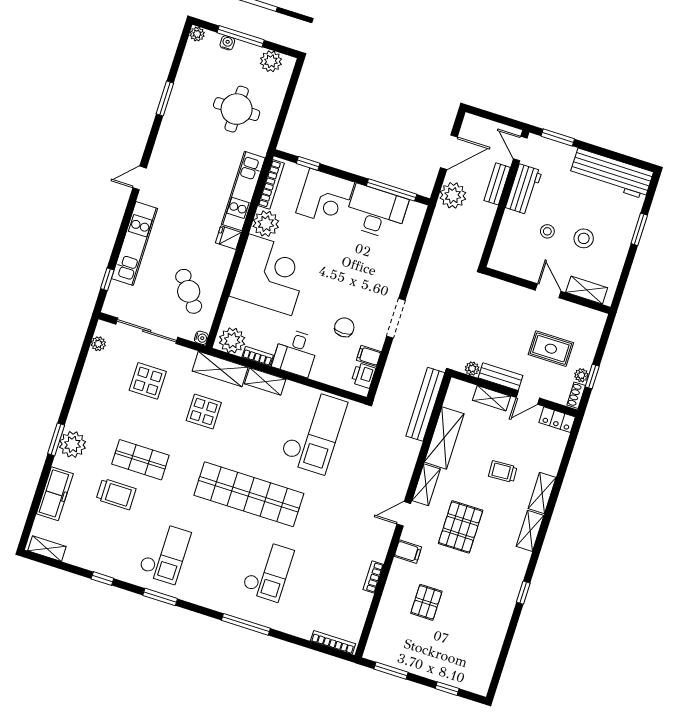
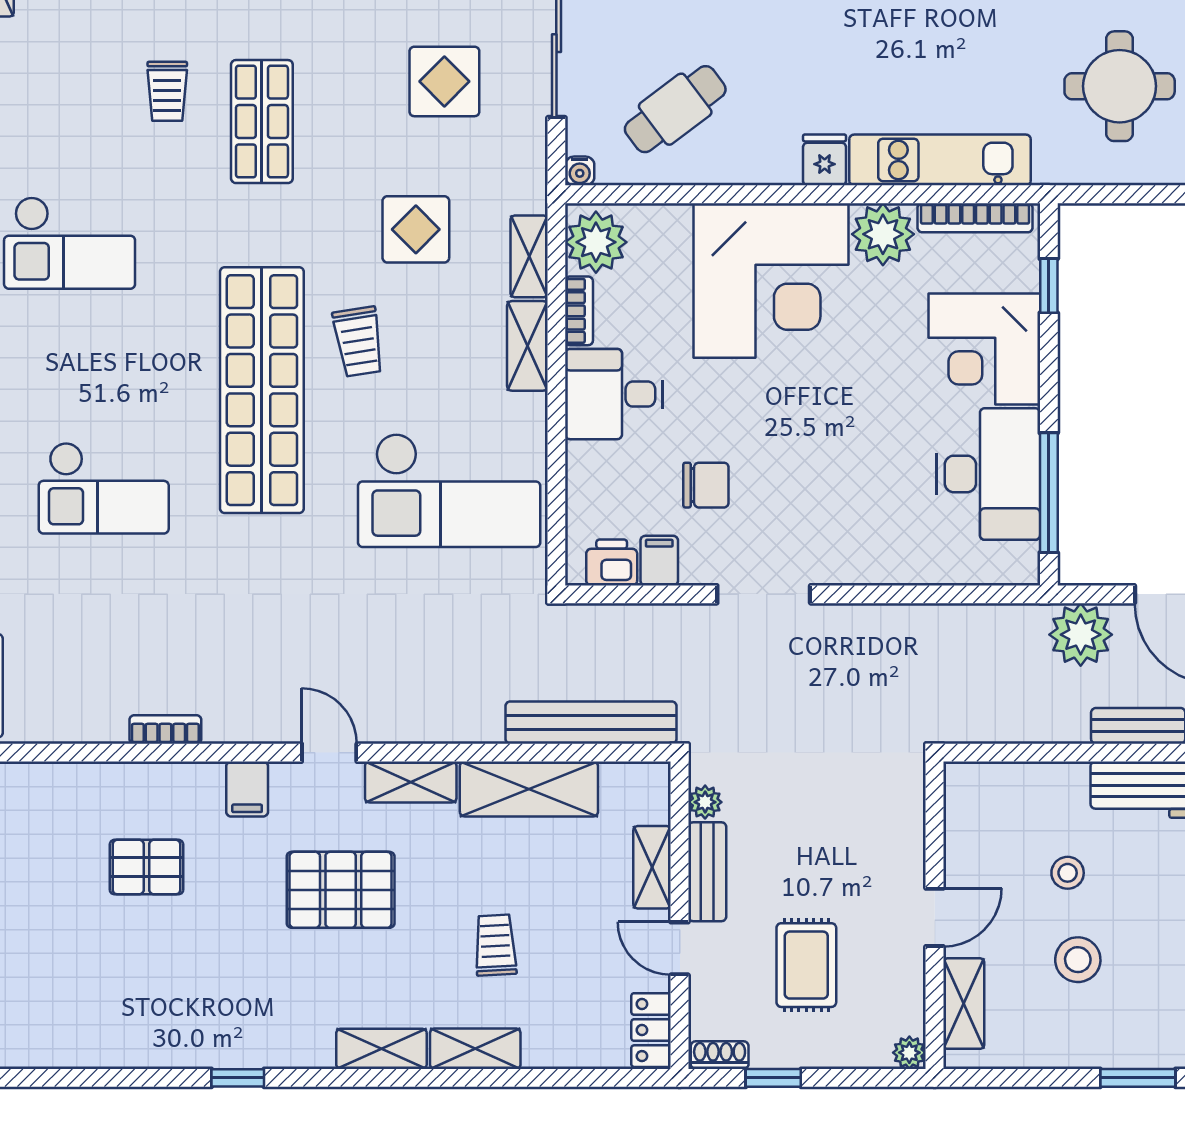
shelving: (220, 369) -> (529, 256), width x0.67, depth x0.75
plant: (581, 375) -> (909, 1053), moved
trolley: (242, 449) -> (358, 342), added
trolley: (116, 494) -> (167, 91), width x0.73, depth x0.72

